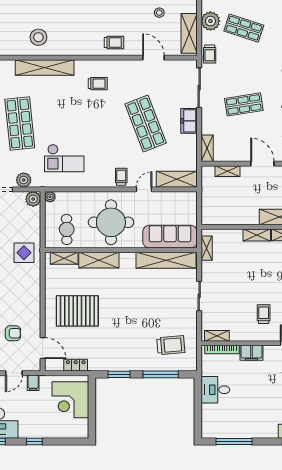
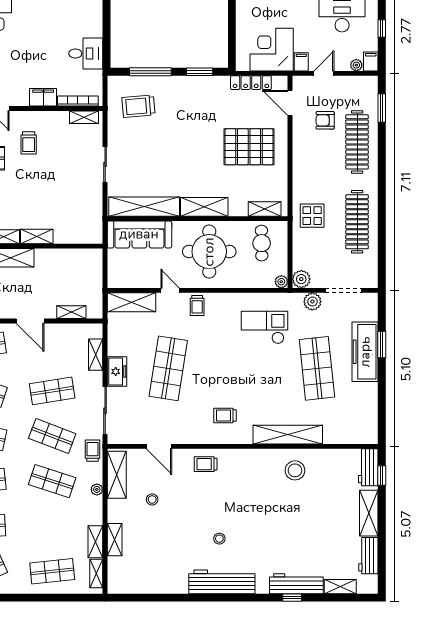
plant: (210, 21) -> (97, 489), width x0.53, depth x0.53
shop shelf: (244, 66) -> (52, 436), added
shop shelf: (146, 123) -> (168, 368), turned 30
shelving: (207, 148) -> (96, 355), moved
door: (144, 189) -> (170, 290), swing flipped
shelving: (207, 248) -> (96, 221), removed
shelving: (99, 260) -> (204, 207), moved
locker: (76, 365) -> (251, 83), width x1.53
corner desk: (70, 400) -> (272, 50), moved, turned -90

